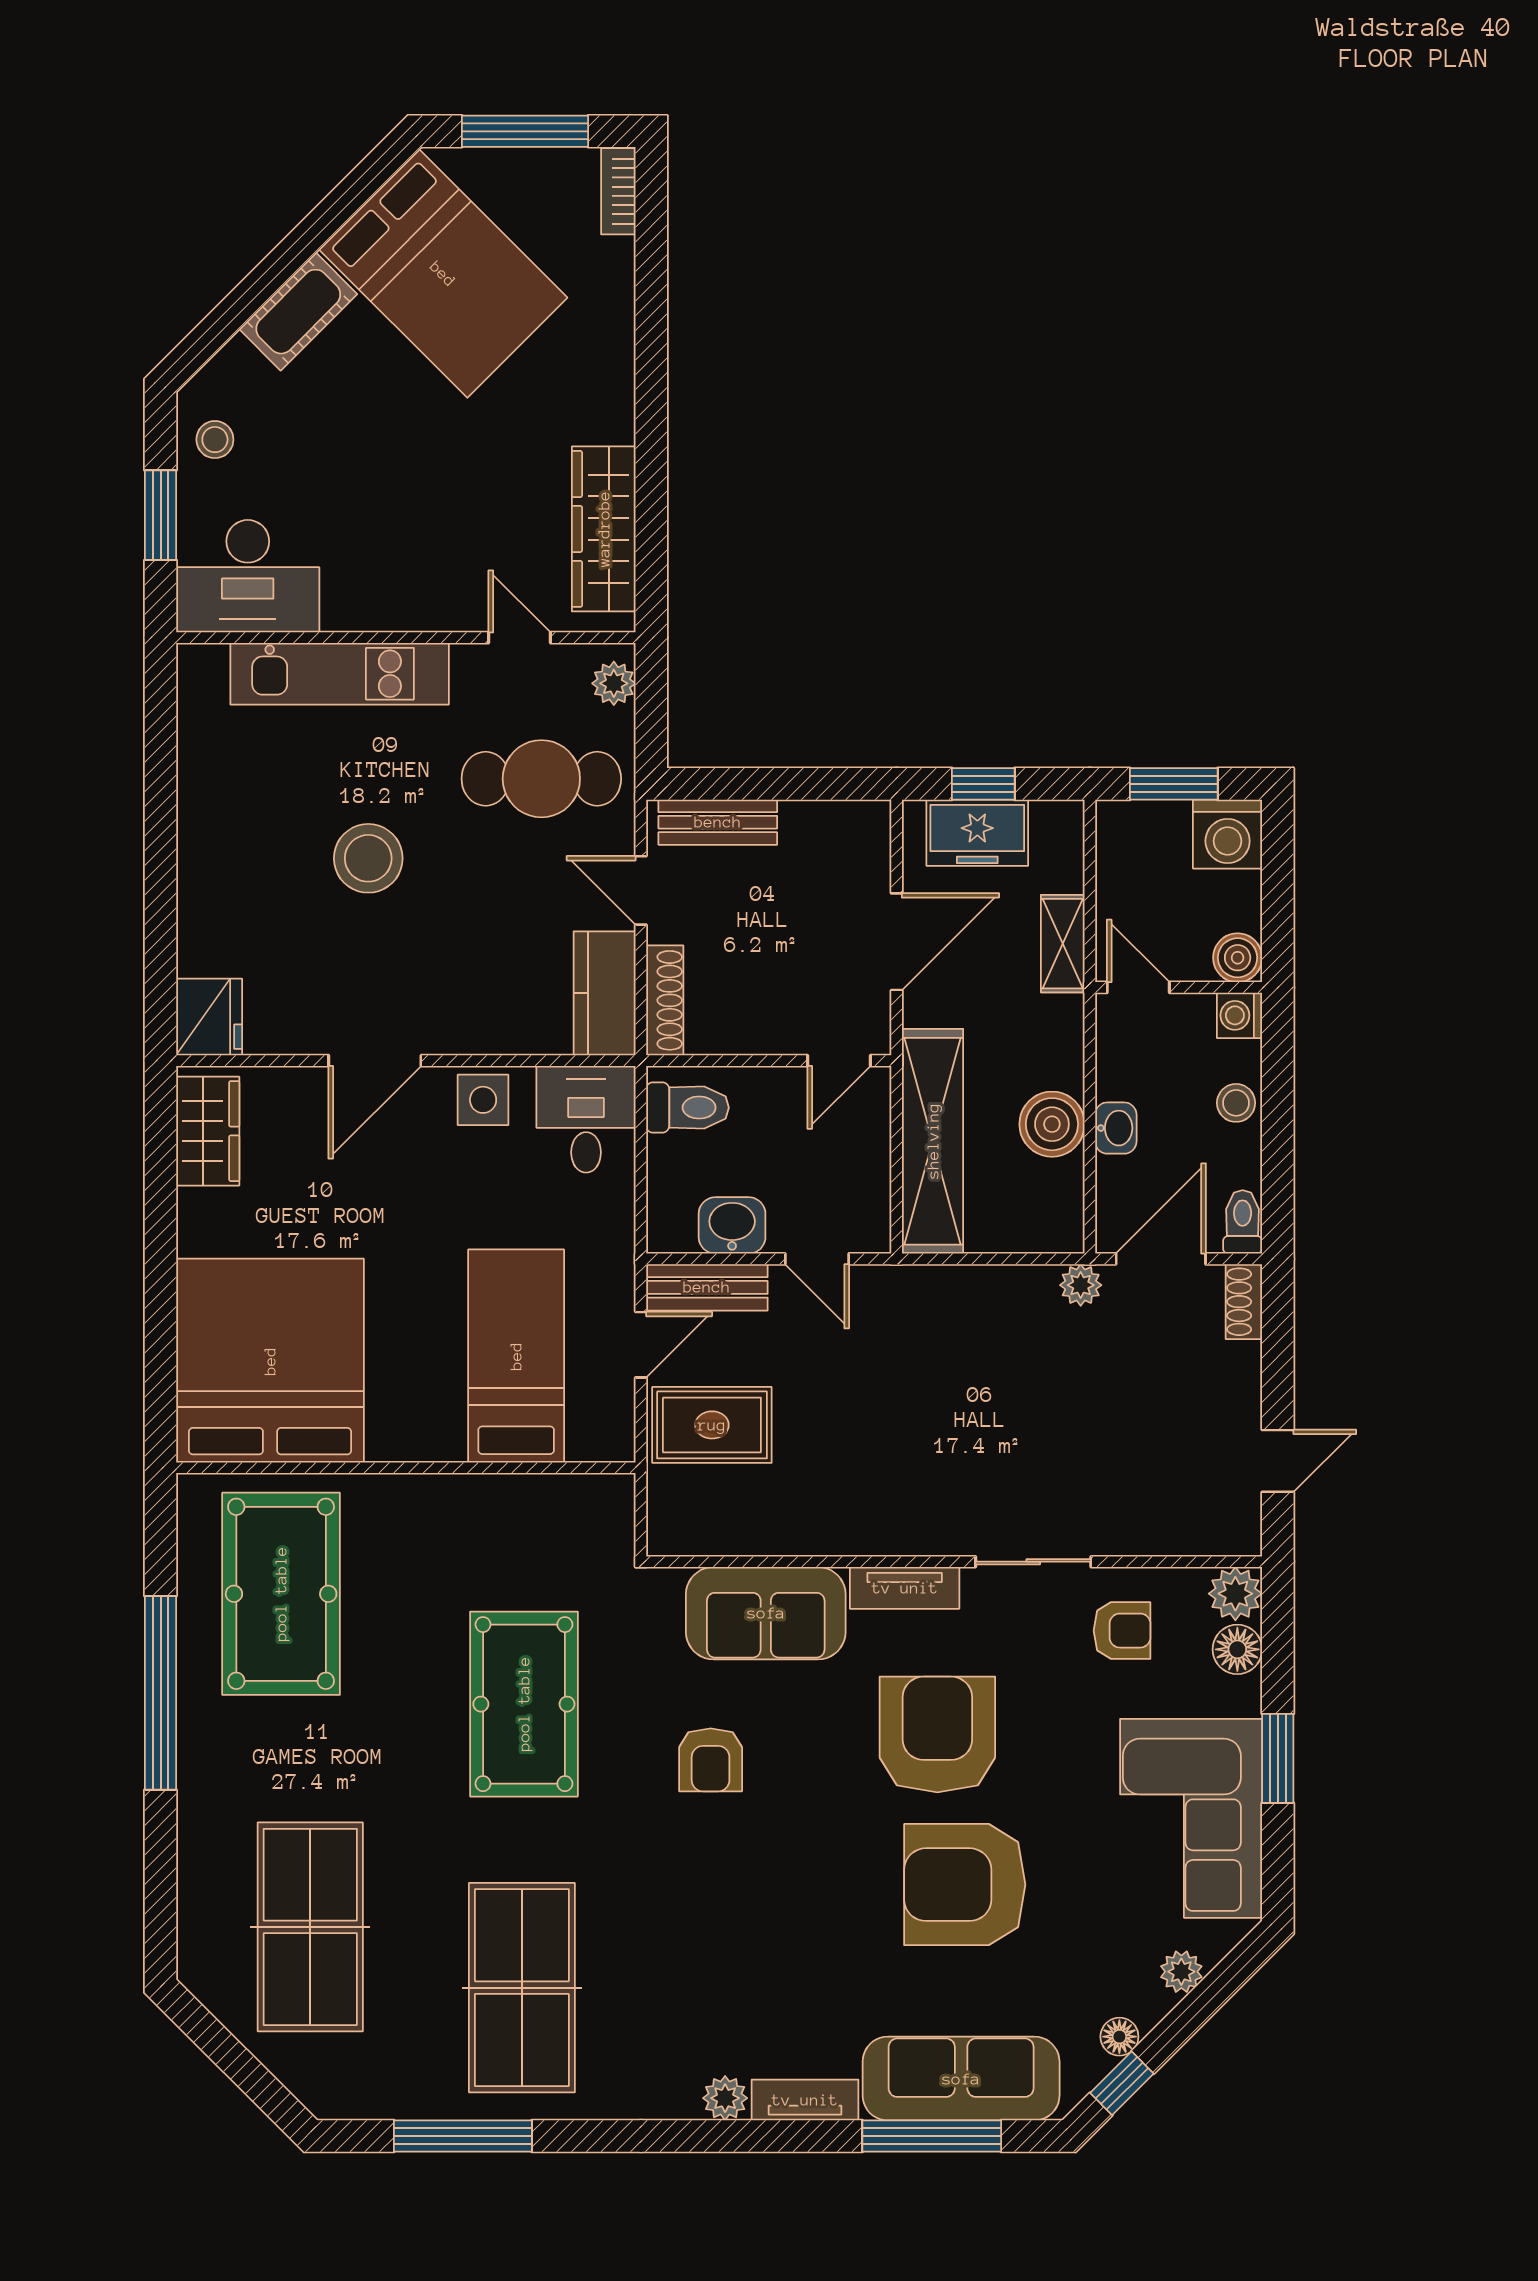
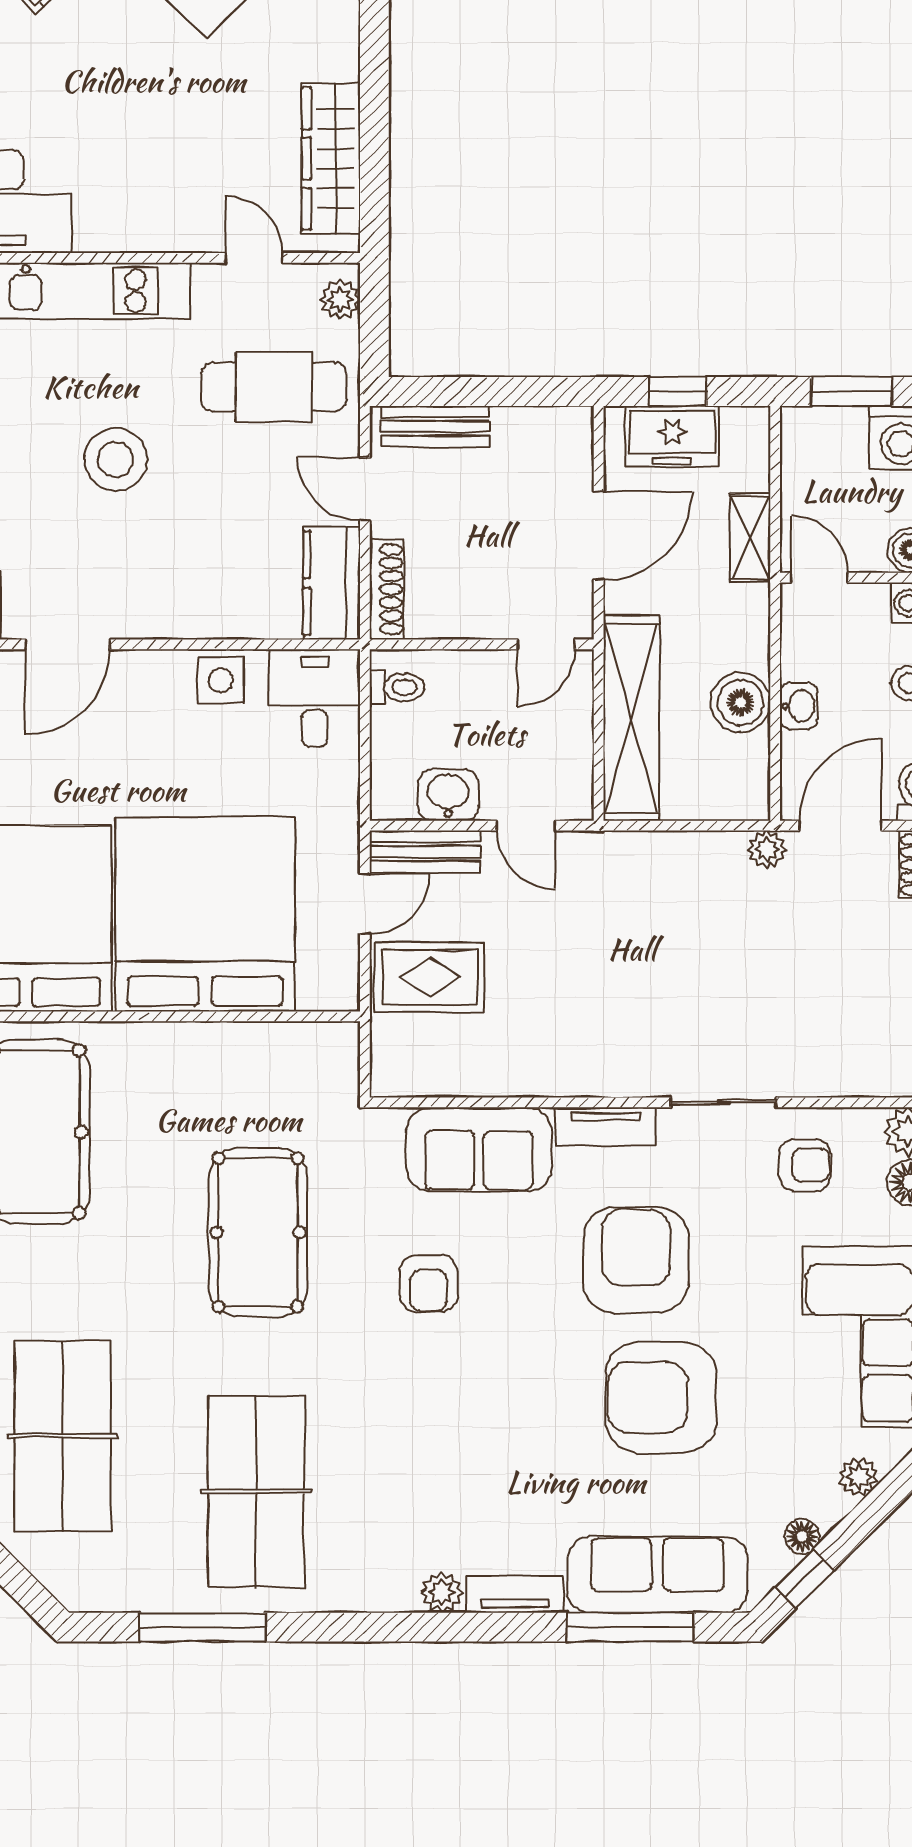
door: (375, 1061) -> (67, 644), moved
toilet: (688, 1108) -> (397, 687), width x0.73, depth x0.72
bed: (516, 1356) -> (205, 914), width x2.04

